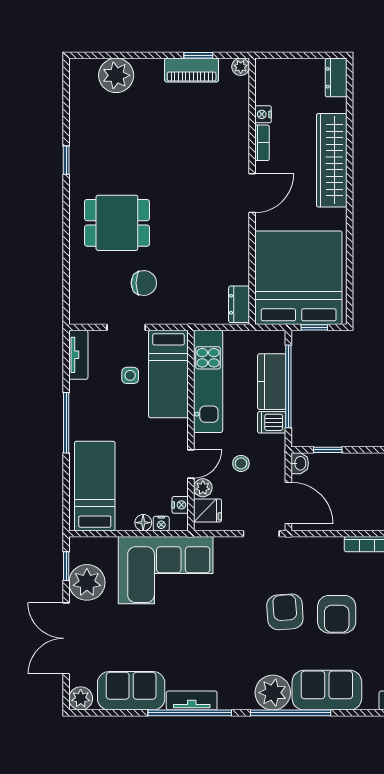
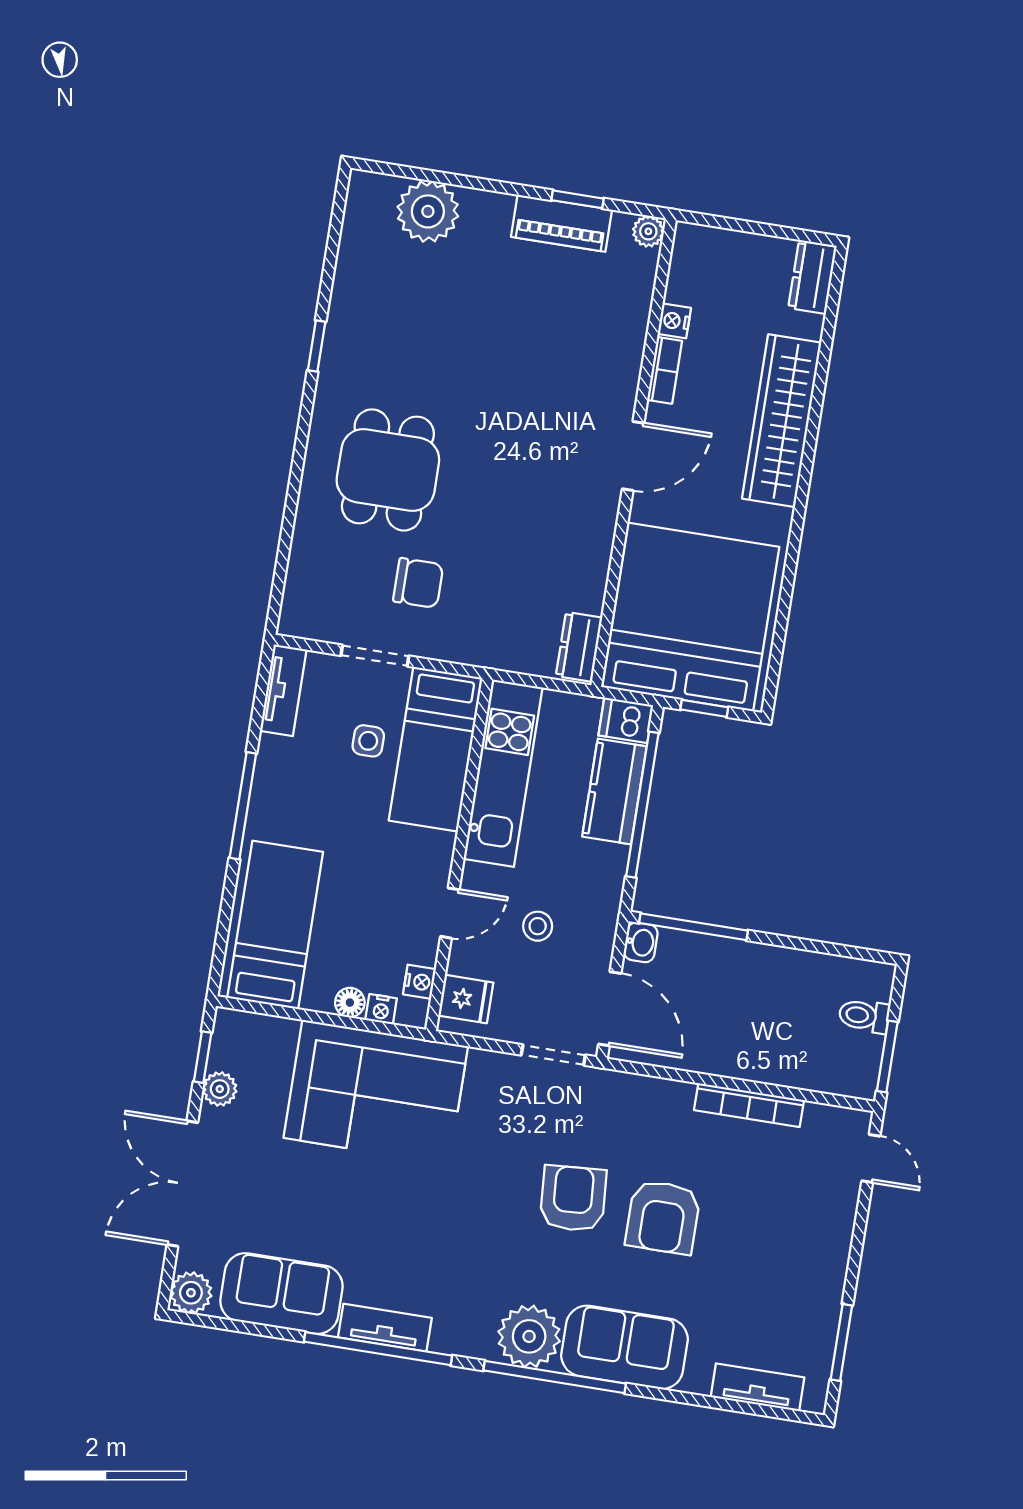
dining table: (117, 223) -> (388, 470), turned 90
dishwasher: (272, 422) -> (626, 720), moved
window: (328, 450) -> (694, 927), width x2.17
plant: (203, 488) -> (464, 958), removed
plant: (87, 582) -> (220, 1089), width x0.53, depth x0.53

